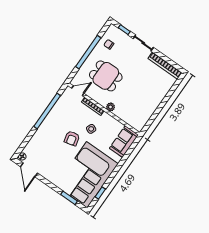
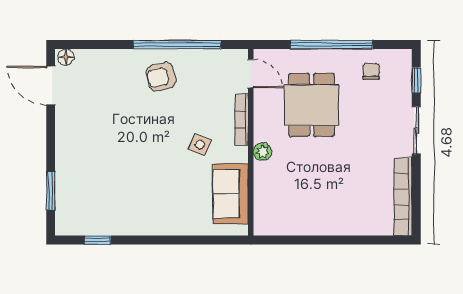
armchair: (72, 138) -> (161, 77), moved
sofa: (124, 142) -> (231, 194), moved, turned -90
door: (29, 170) -> (51, 85), hinge flipped
corner sofa: (87, 175) -> (114, 194), removed

